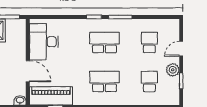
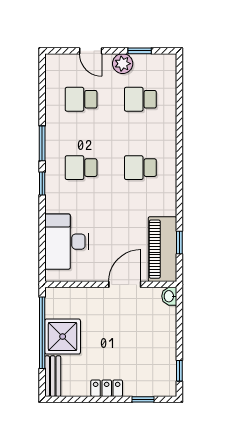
desk: (44, 42) -> (67, 242), moved, turned 90
school desk: (104, 43) -> (81, 168), width x0.54
school desk: (104, 81) -> (140, 168), width x0.54

